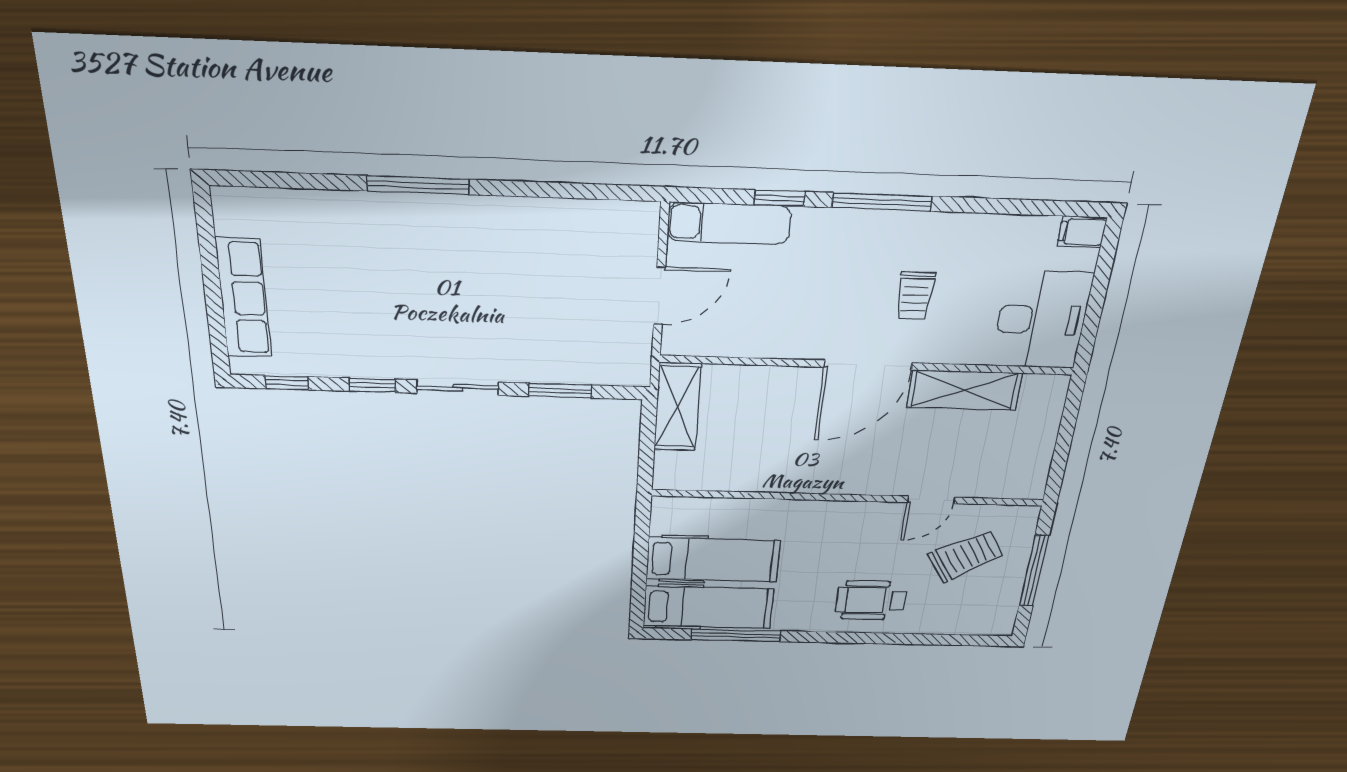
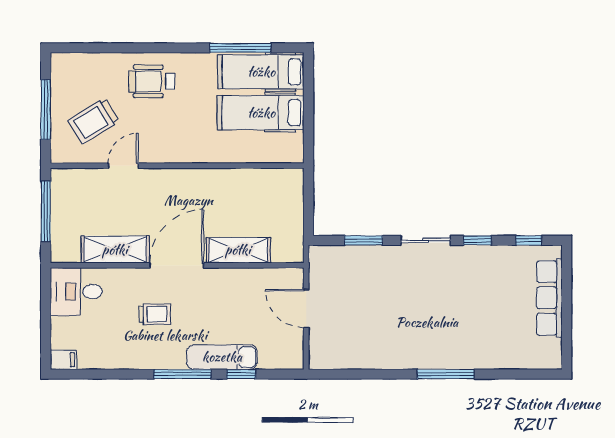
exam couch: (729, 223) -> (222, 357), moved
door: (659, 296) -> (306, 309), hinge flipped
trolley: (915, 296) -> (155, 314), turned 90
desk: (1041, 320) -> (76, 292), width x0.73
shelving: (677, 407) -> (238, 250), moved, turned 90
window: (1063, 445) -> (46, 211), added
wheelchair: (871, 600) -> (152, 81), turned 180

